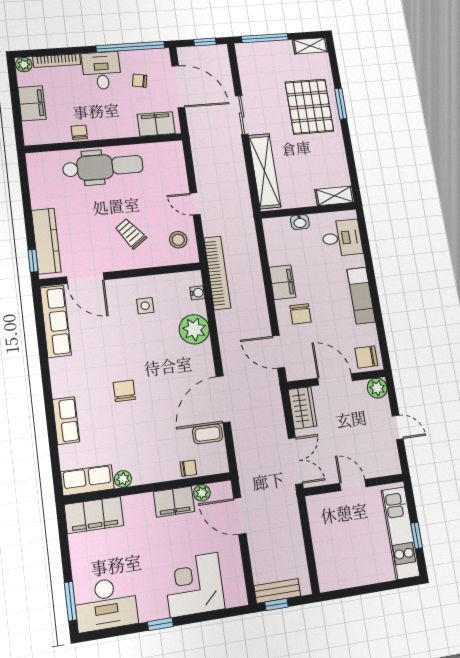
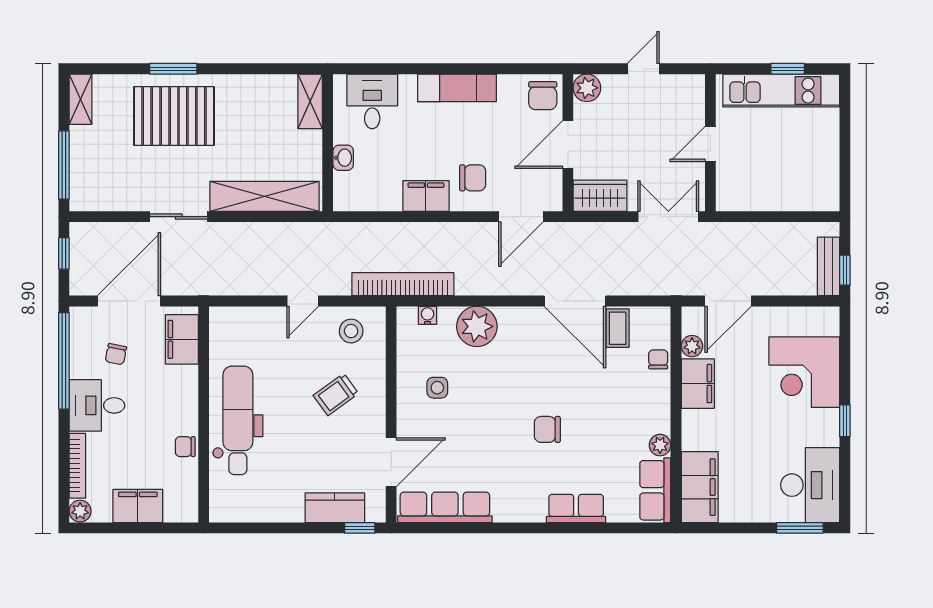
kitchen counter: (46, 241) -> (335, 508), width x0.67

